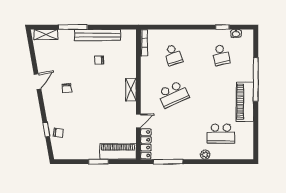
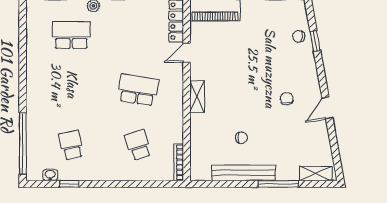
window: (256, 80) -> (23, 144), moved
school desk: (173, 94) -> (138, 90), turned 33
piano: (245, 102) -> (38, 80), removed

